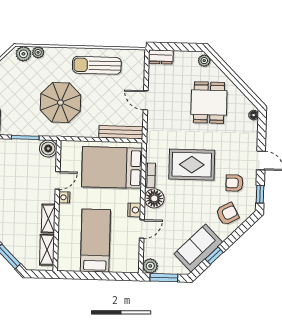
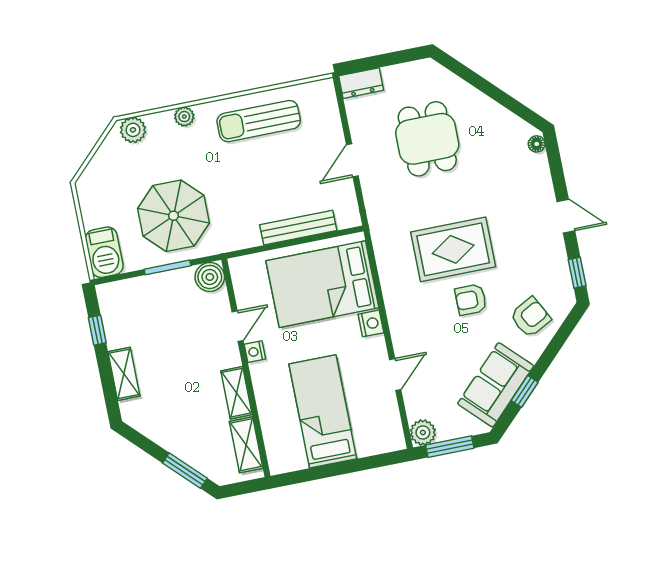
plant: (38, 52) -> (184, 117), moved
plant: (204, 61) -> (434, 73), removed
door: (146, 100) -> (352, 160), hinge flipped
parasol: (60, 103) -> (173, 216), moved
dining table: (209, 103) -> (427, 139), moved
bench: (121, 132) -> (298, 228), moved
bookcase: (150, 175) -> (388, 282), removed
armchair: (234, 183) -> (471, 300), moved
floor lamp: (154, 198) -> (404, 319), removed
nightstand: (134, 210) -> (371, 323), moved

